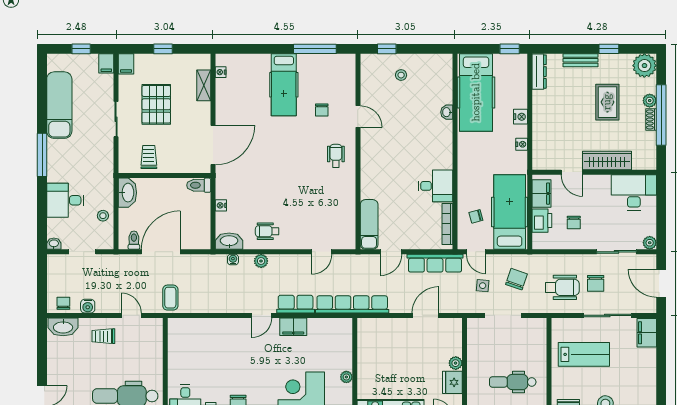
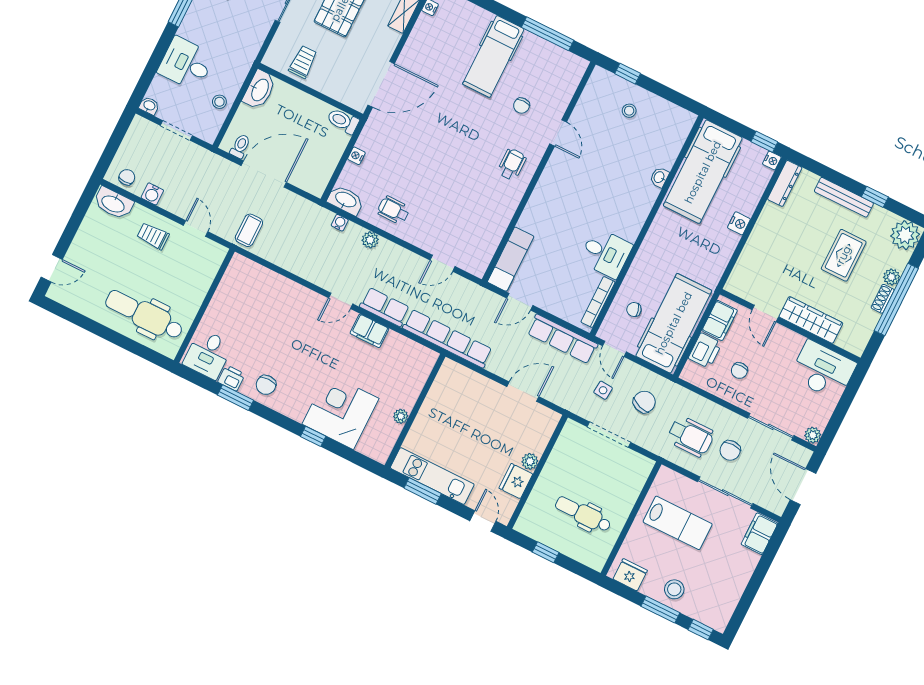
bench: (580, 60) -> (844, 197), width x1.36
nightstand: (522, 144) -> (772, 161), moved

